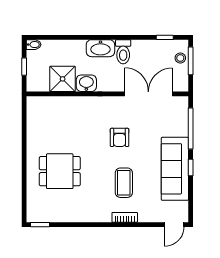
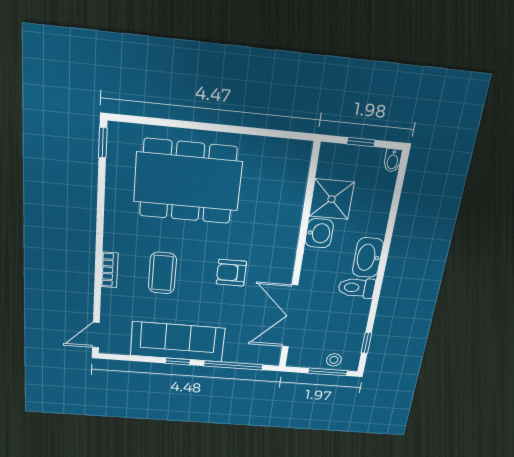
double door: (148, 94) -> (290, 316), swing flipped
dining table: (60, 171) -> (188, 182), width x1.88, depth x1.24
coffee table: (124, 183) -> (162, 273), turned 90
door: (174, 225) -> (96, 335), hinge flipped

